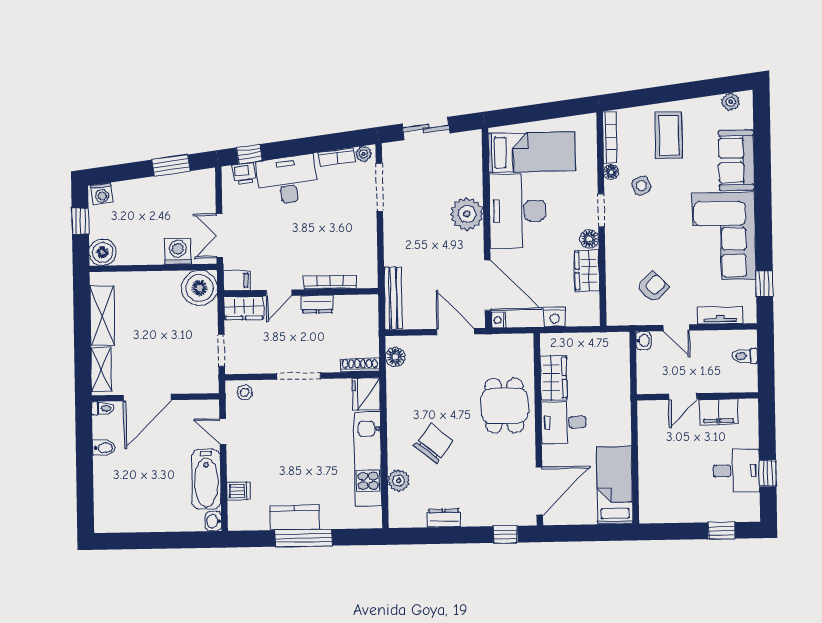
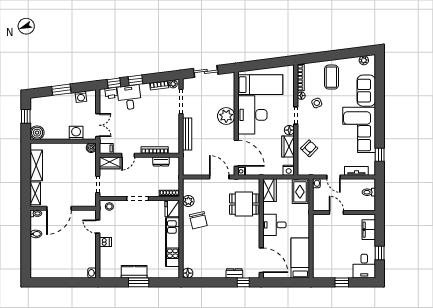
window: (291, 148) -> (136, 80), added
window: (171, 165) -> (61, 90), moved
desk: (287, 180) -> (129, 97), width x0.73
washing machine: (102, 194) -> (81, 97), moved
double door: (219, 236) -> (98, 125), swing flipped
armchair: (653, 287) -> (309, 148), moved
boiler: (200, 288) -> (91, 148), width x0.54, depth x0.54
bench: (393, 298) -> (187, 134), moved
dresser: (317, 304) -> (161, 161), moved
nightstand: (555, 317) -> (289, 170), moved
floor lamp: (395, 357) -> (188, 273), moved
rug: (612, 358) -> (300, 192), added
wardrobe: (553, 378) -> (270, 190), moved
door: (683, 397) -> (336, 213), swing flipped
dining table: (504, 406) -> (244, 204), moved, turned 90
filing cabinet: (719, 412) -> (369, 230), moved, turned 90
chair: (434, 443) -> (198, 220), moved, turned 129
desk: (736, 471) -> (364, 266), moved, turned 90
bathtub: (206, 479) -> (89, 251), removed
plant: (399, 481) -> (188, 201), moved
dishwasher: (239, 491) -> (105, 242), moved
door: (539, 491) -> (261, 260), hinge flipped
dresser: (444, 518) -> (234, 273), moved
window: (721, 531) -> (342, 282), moved
window: (304, 538) -> (139, 282), width x0.69

